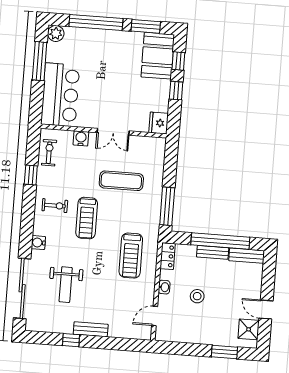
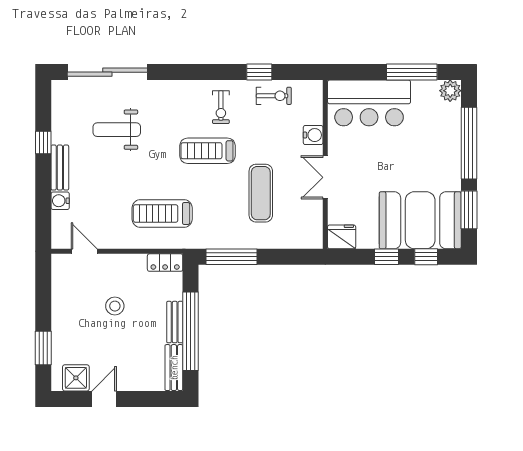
booth: (158, 56) -> (420, 220), width x1.36, depth x1.42
exercise bike: (49, 153) -> (274, 96), moved
water cooler: (38, 243) -> (60, 201), moved, turned -90
washbasin: (164, 287) -> (124, 261), removed

